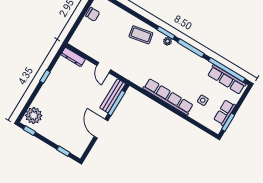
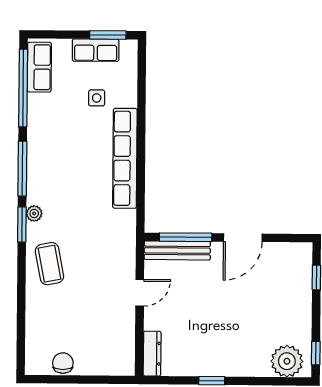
row of seats: (227, 79) -> (39, 67), width x0.68

